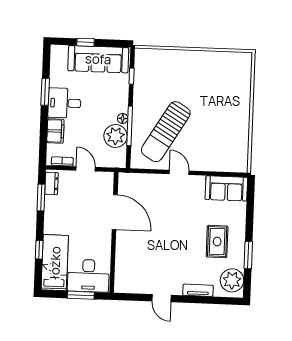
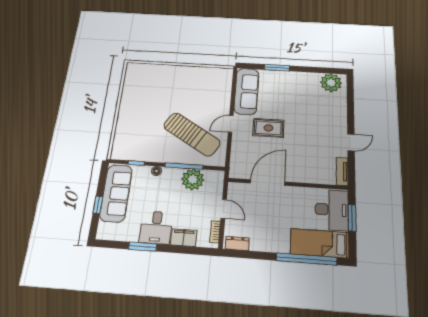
floor lamp: (123, 118) -> (156, 171), moved
door: (86, 169) -> (224, 209), swing flipped
sofa: (226, 188) -> (246, 91), width x1.36
window: (41, 197) -> (252, 255), removed
rug: (217, 242) -> (268, 128), moved
window: (39, 250) -> (306, 259), width x3.17
window: (248, 255) -> (277, 68), moved
tv unit: (198, 290) -> (342, 171), moved

